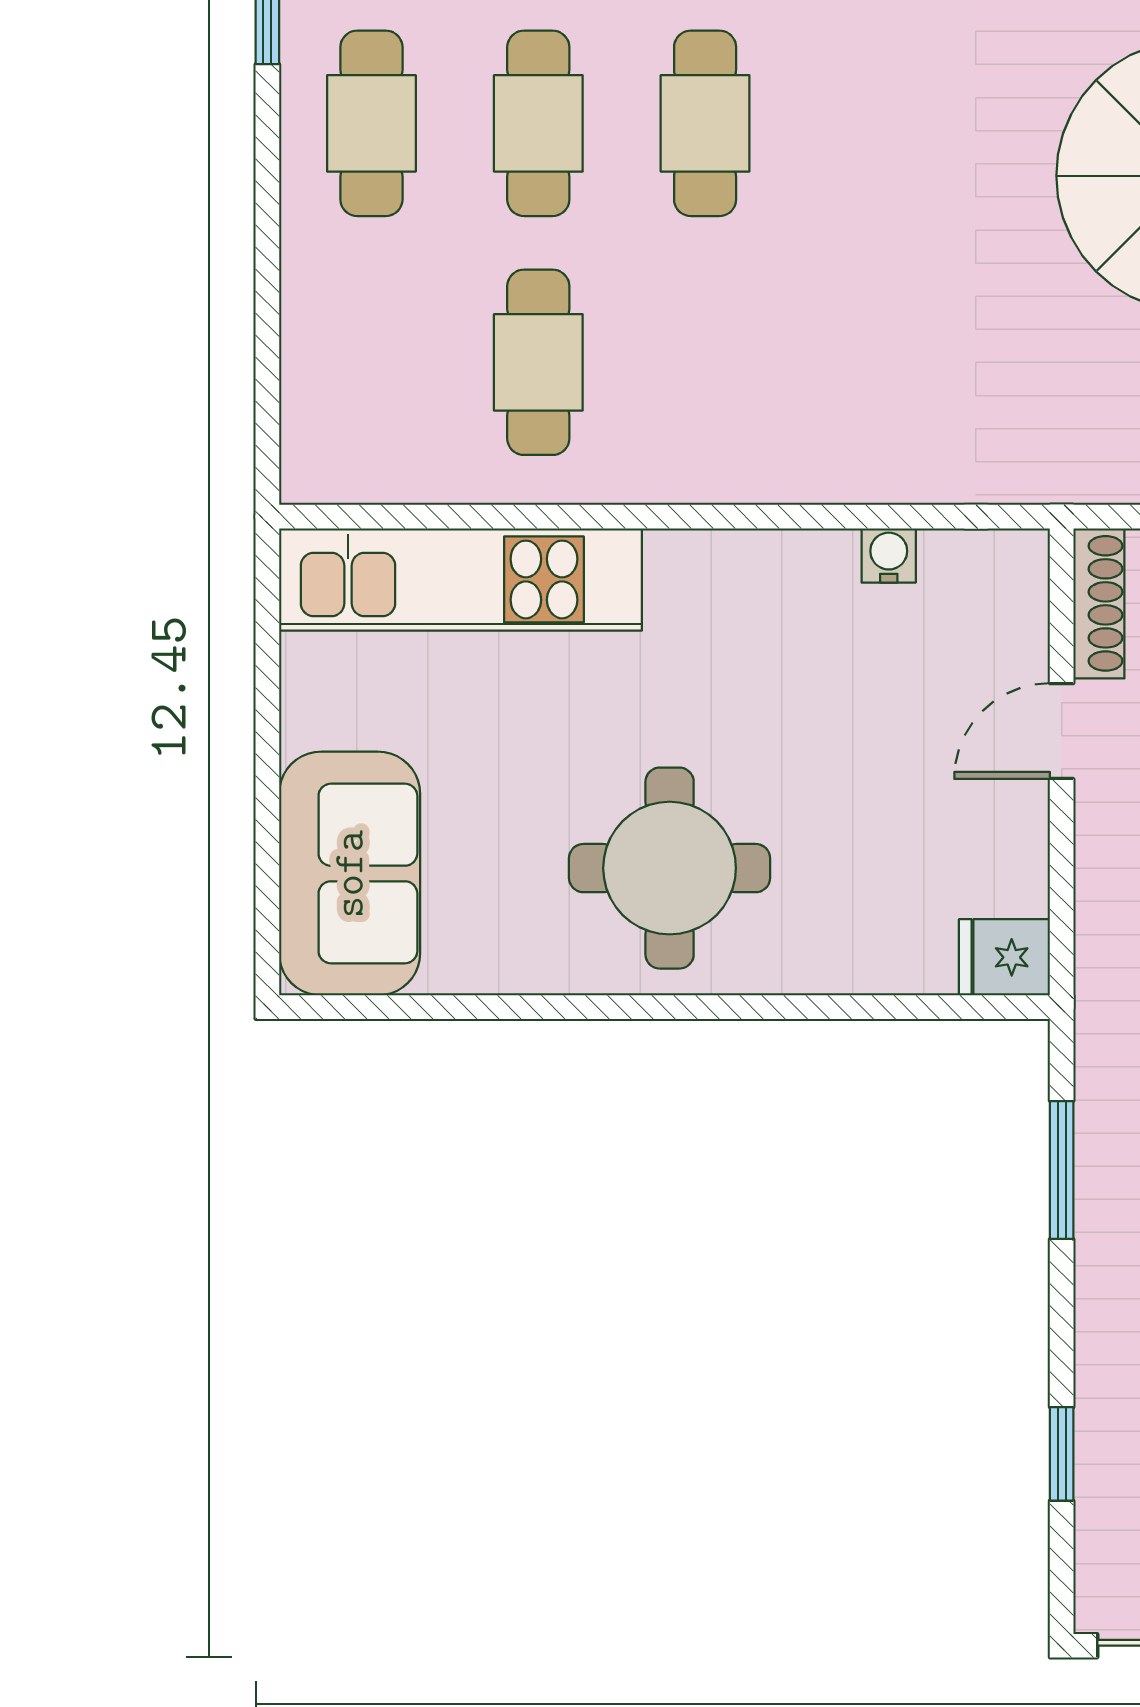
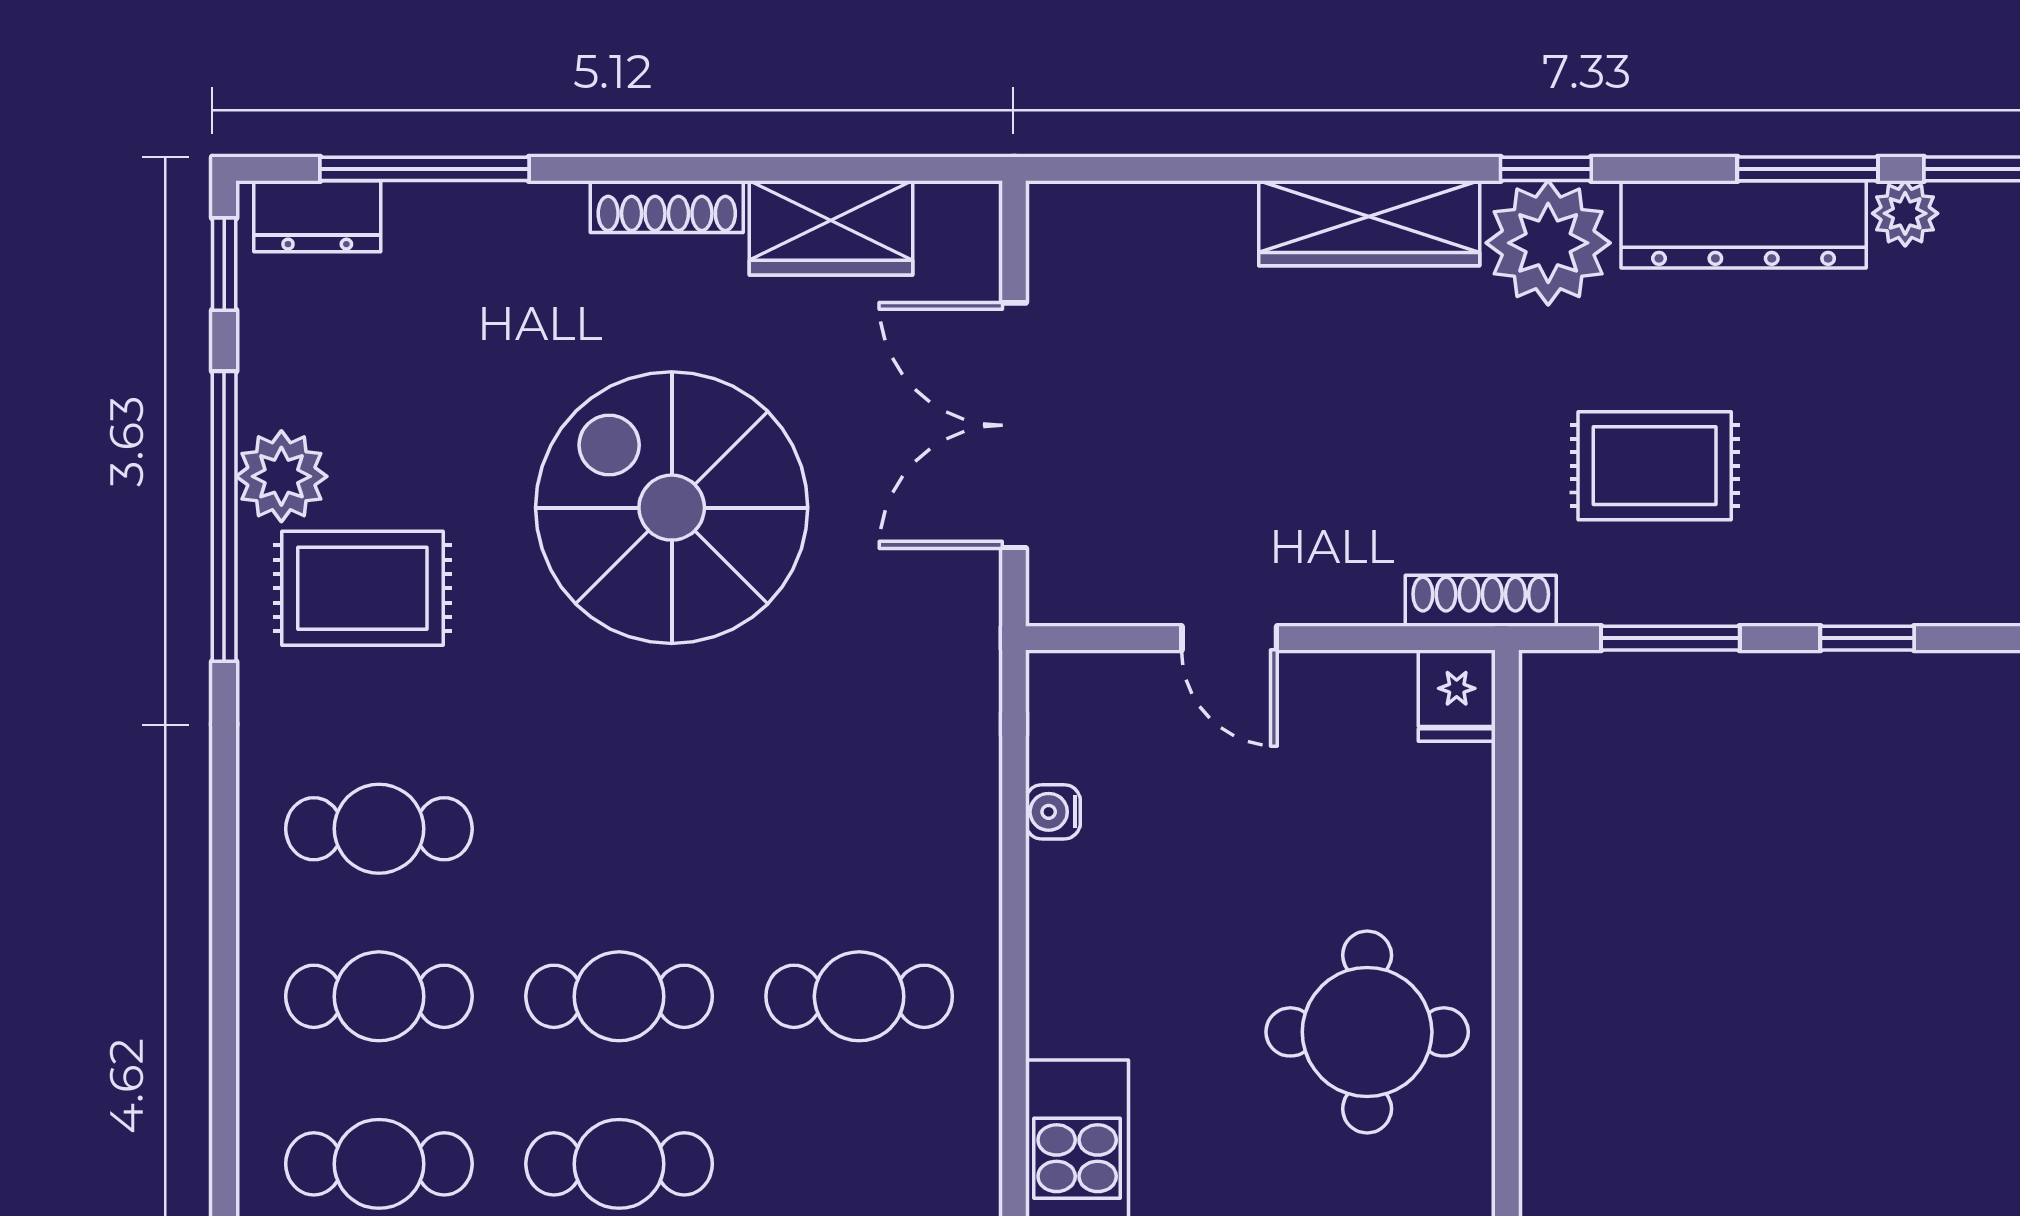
cafe table: (538, 362) -> (859, 996), moved
shoe rack: (1099, 603) -> (1481, 601), moved
window: (1062, 1454) -> (1867, 638), moved

